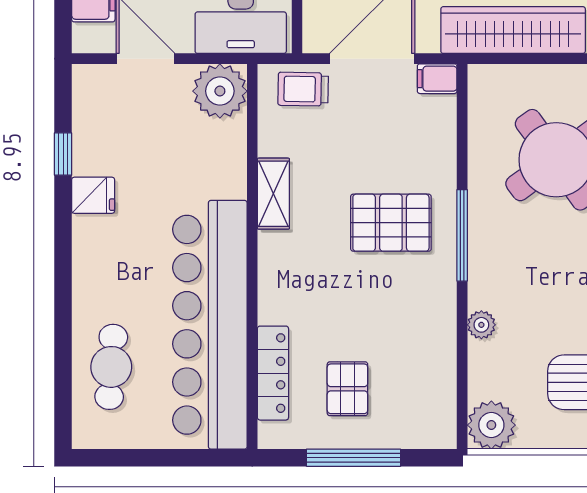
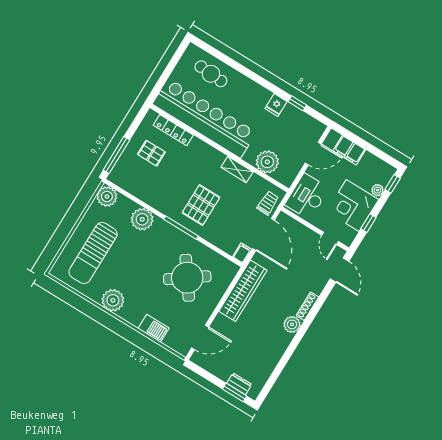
plant: (220, 91) -> (267, 162), moved
plant: (481, 325) -> (142, 219), width x1.87, depth x1.87
window: (353, 458) -> (116, 155), moved

